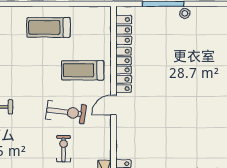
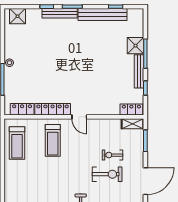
treadmill: (49, 27) -> (17, 143), moved
exercise bike: (66, 112) -> (107, 174), moved, turned 83

